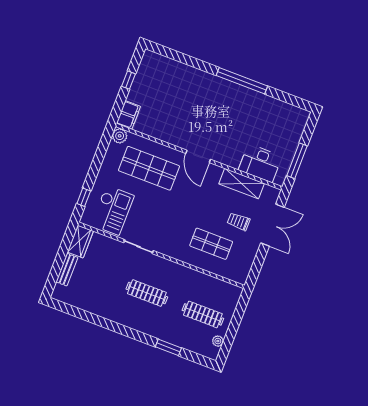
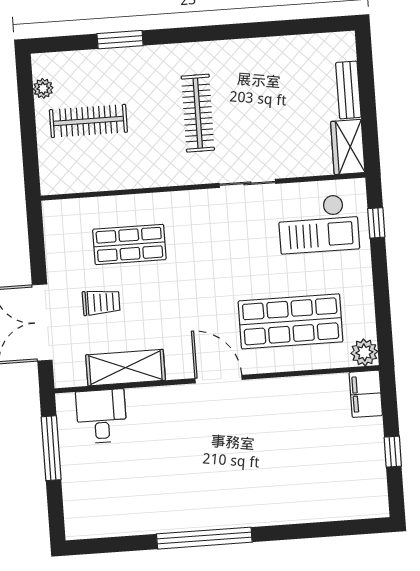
desk: (260, 163) -> (101, 416), width x0.73
checkout: (113, 210) -> (318, 224), turned -90
clothes rail: (147, 293) -> (198, 113), turned 90

